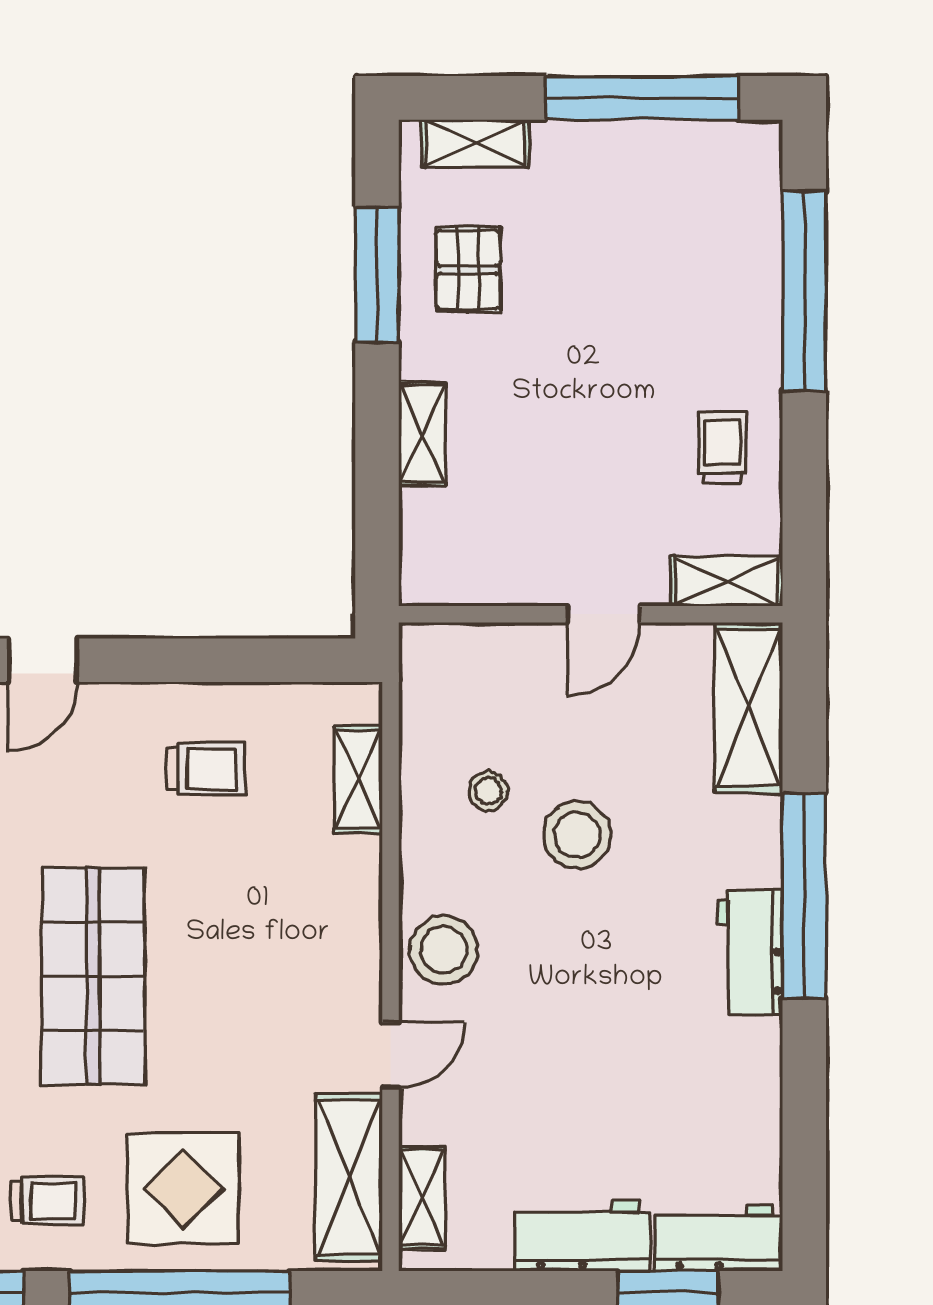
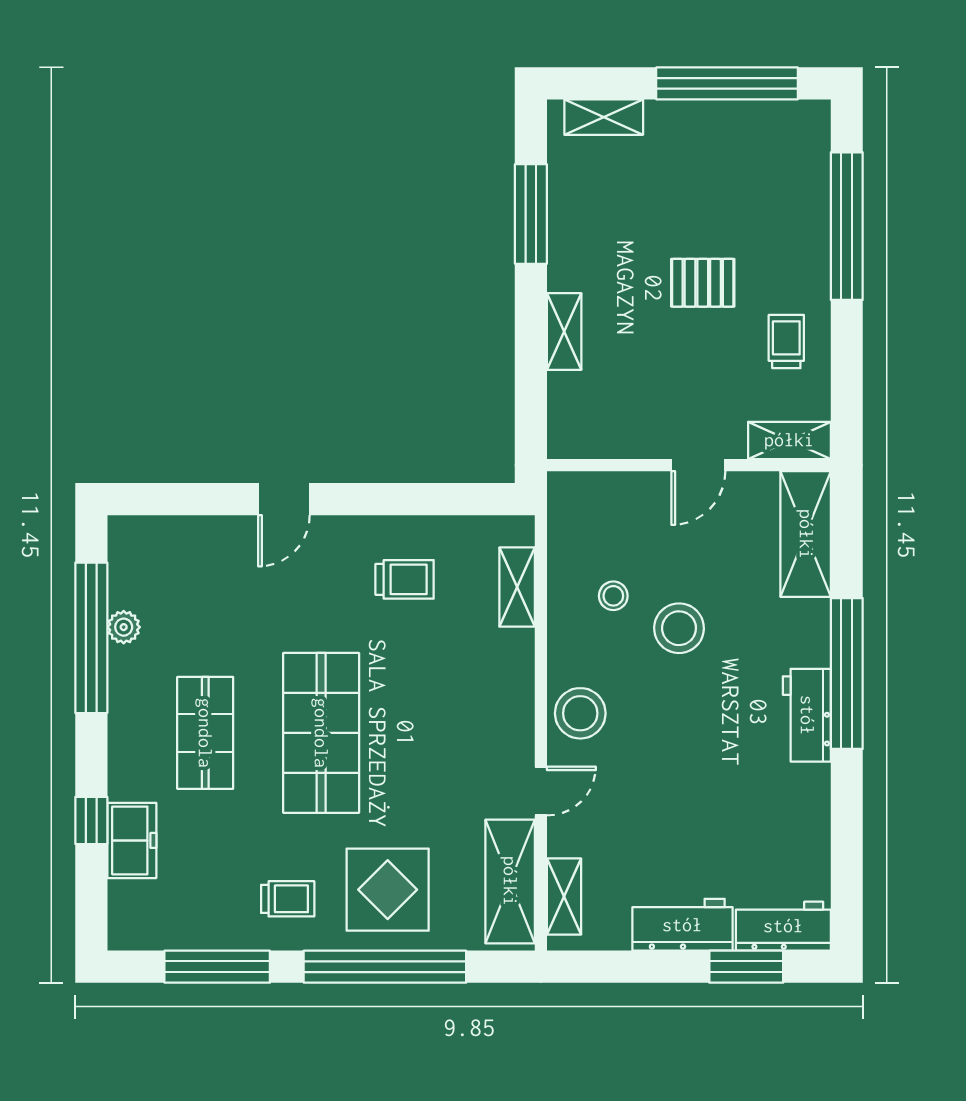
pallet: (468, 270) -> (703, 283), moved, turned 90

